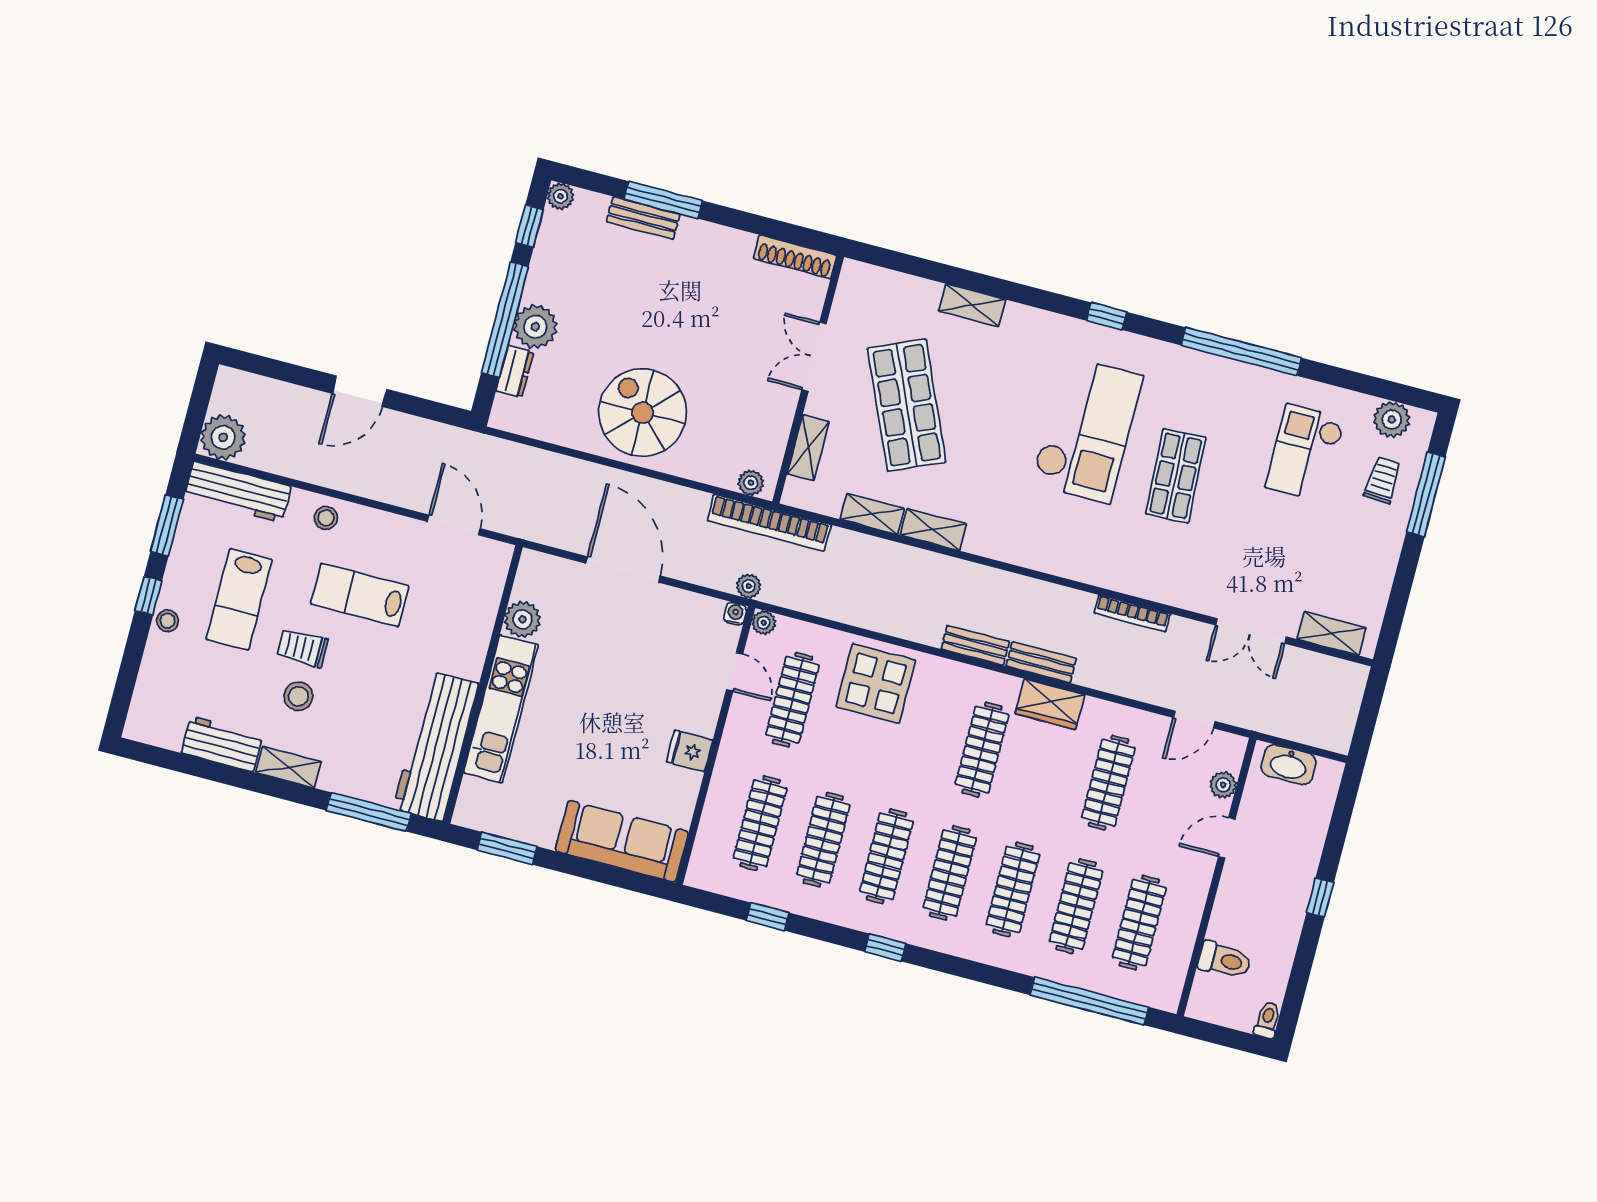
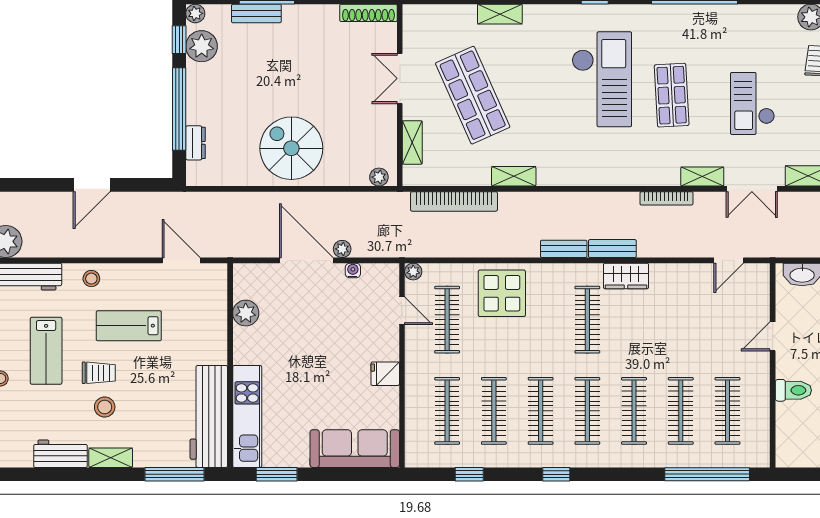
plant: (535, 327) -> (202, 46), moved
checkout: (1305, 453) -> (752, 103), moved
shelving: (872, 514) -> (702, 177), moved
bookcase: (769, 523) -> (454, 201), moved
plant: (749, 586) -> (342, 249), moved
water cooler: (735, 614) -> (353, 271), moved
trolley: (303, 648) -> (99, 373), turned 180
kitchen unit: (501, 709) -> (247, 416), moved
clothes rail: (1108, 783) -> (681, 320), removed
plant: (1223, 785) -> (760, 300), removed
toilet: (1225, 960) -> (793, 390), moved

